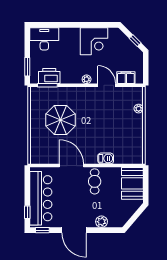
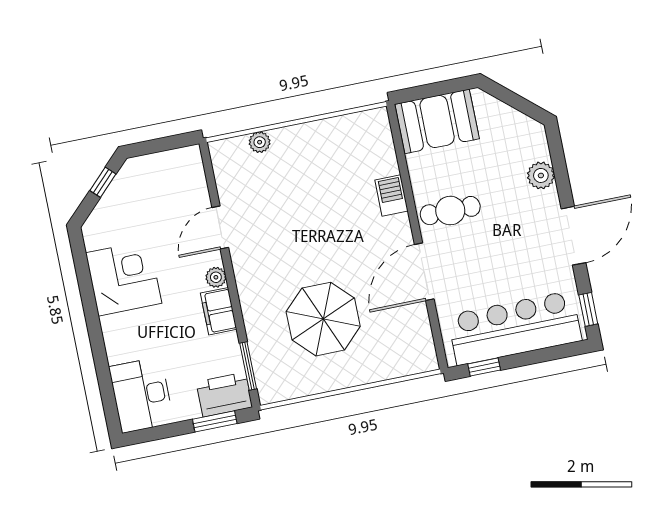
printer: (49, 76) -> (224, 395), moved, turned 90
filing cabinet: (126, 78) -> (219, 311), moved
window: (27, 212) -> (484, 367), moved

